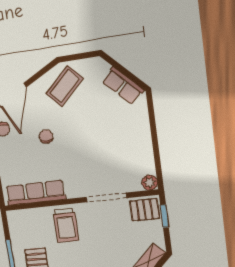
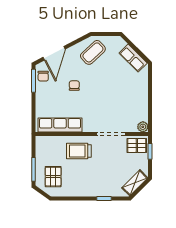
trolley: (66, 225) -> (79, 151), turned 90

